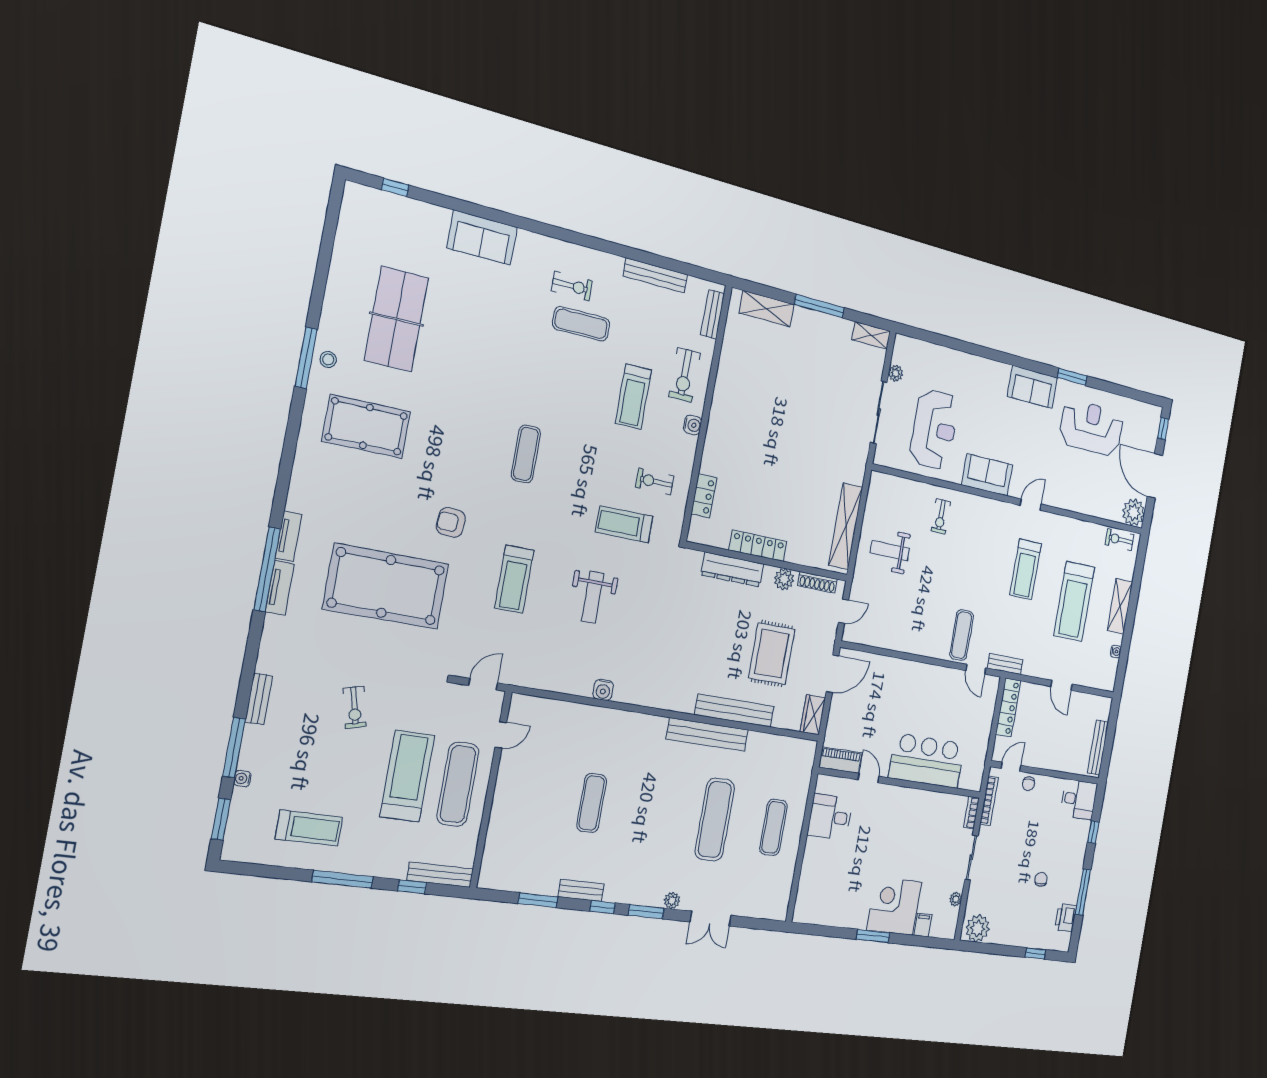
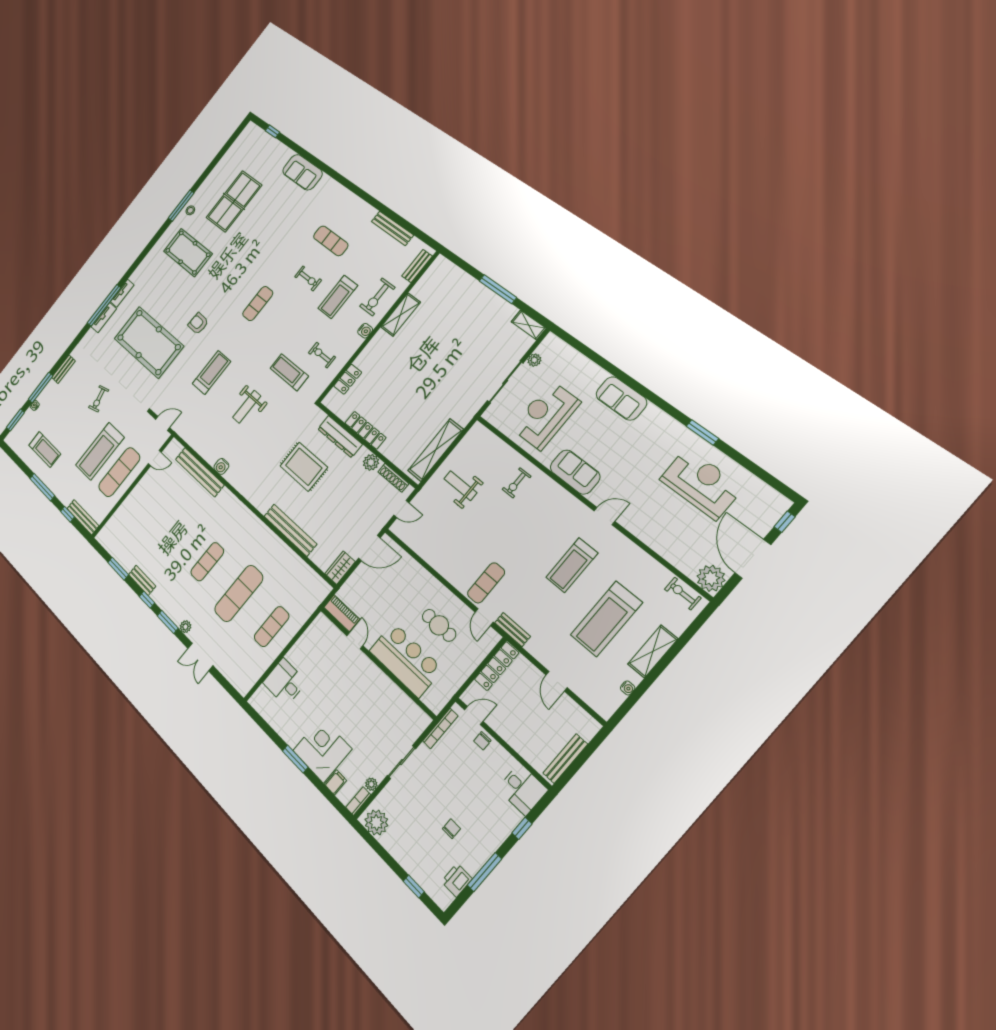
exercise bike: (572, 286) -> (308, 278), moved
shelving: (767, 309) -> (401, 315), moved, turned 90
sofa: (1032, 387) -> (621, 398), moved
reception desk: (934, 429) -> (546, 415), turned 180
treadmill: (514, 579) -> (211, 373), turned 180
rug: (772, 654) -> (304, 467), moved, turned 90
cafe table: (940, 706) -> (439, 625), added
bench: (707, 734) -> (200, 472), moved
treadmill: (407, 776) -> (100, 451), turned 180
exercise mat: (592, 803) -> (207, 562), moved
bookcase: (972, 813) -> (358, 801), moved
desk: (830, 817) -> (285, 682), moved

